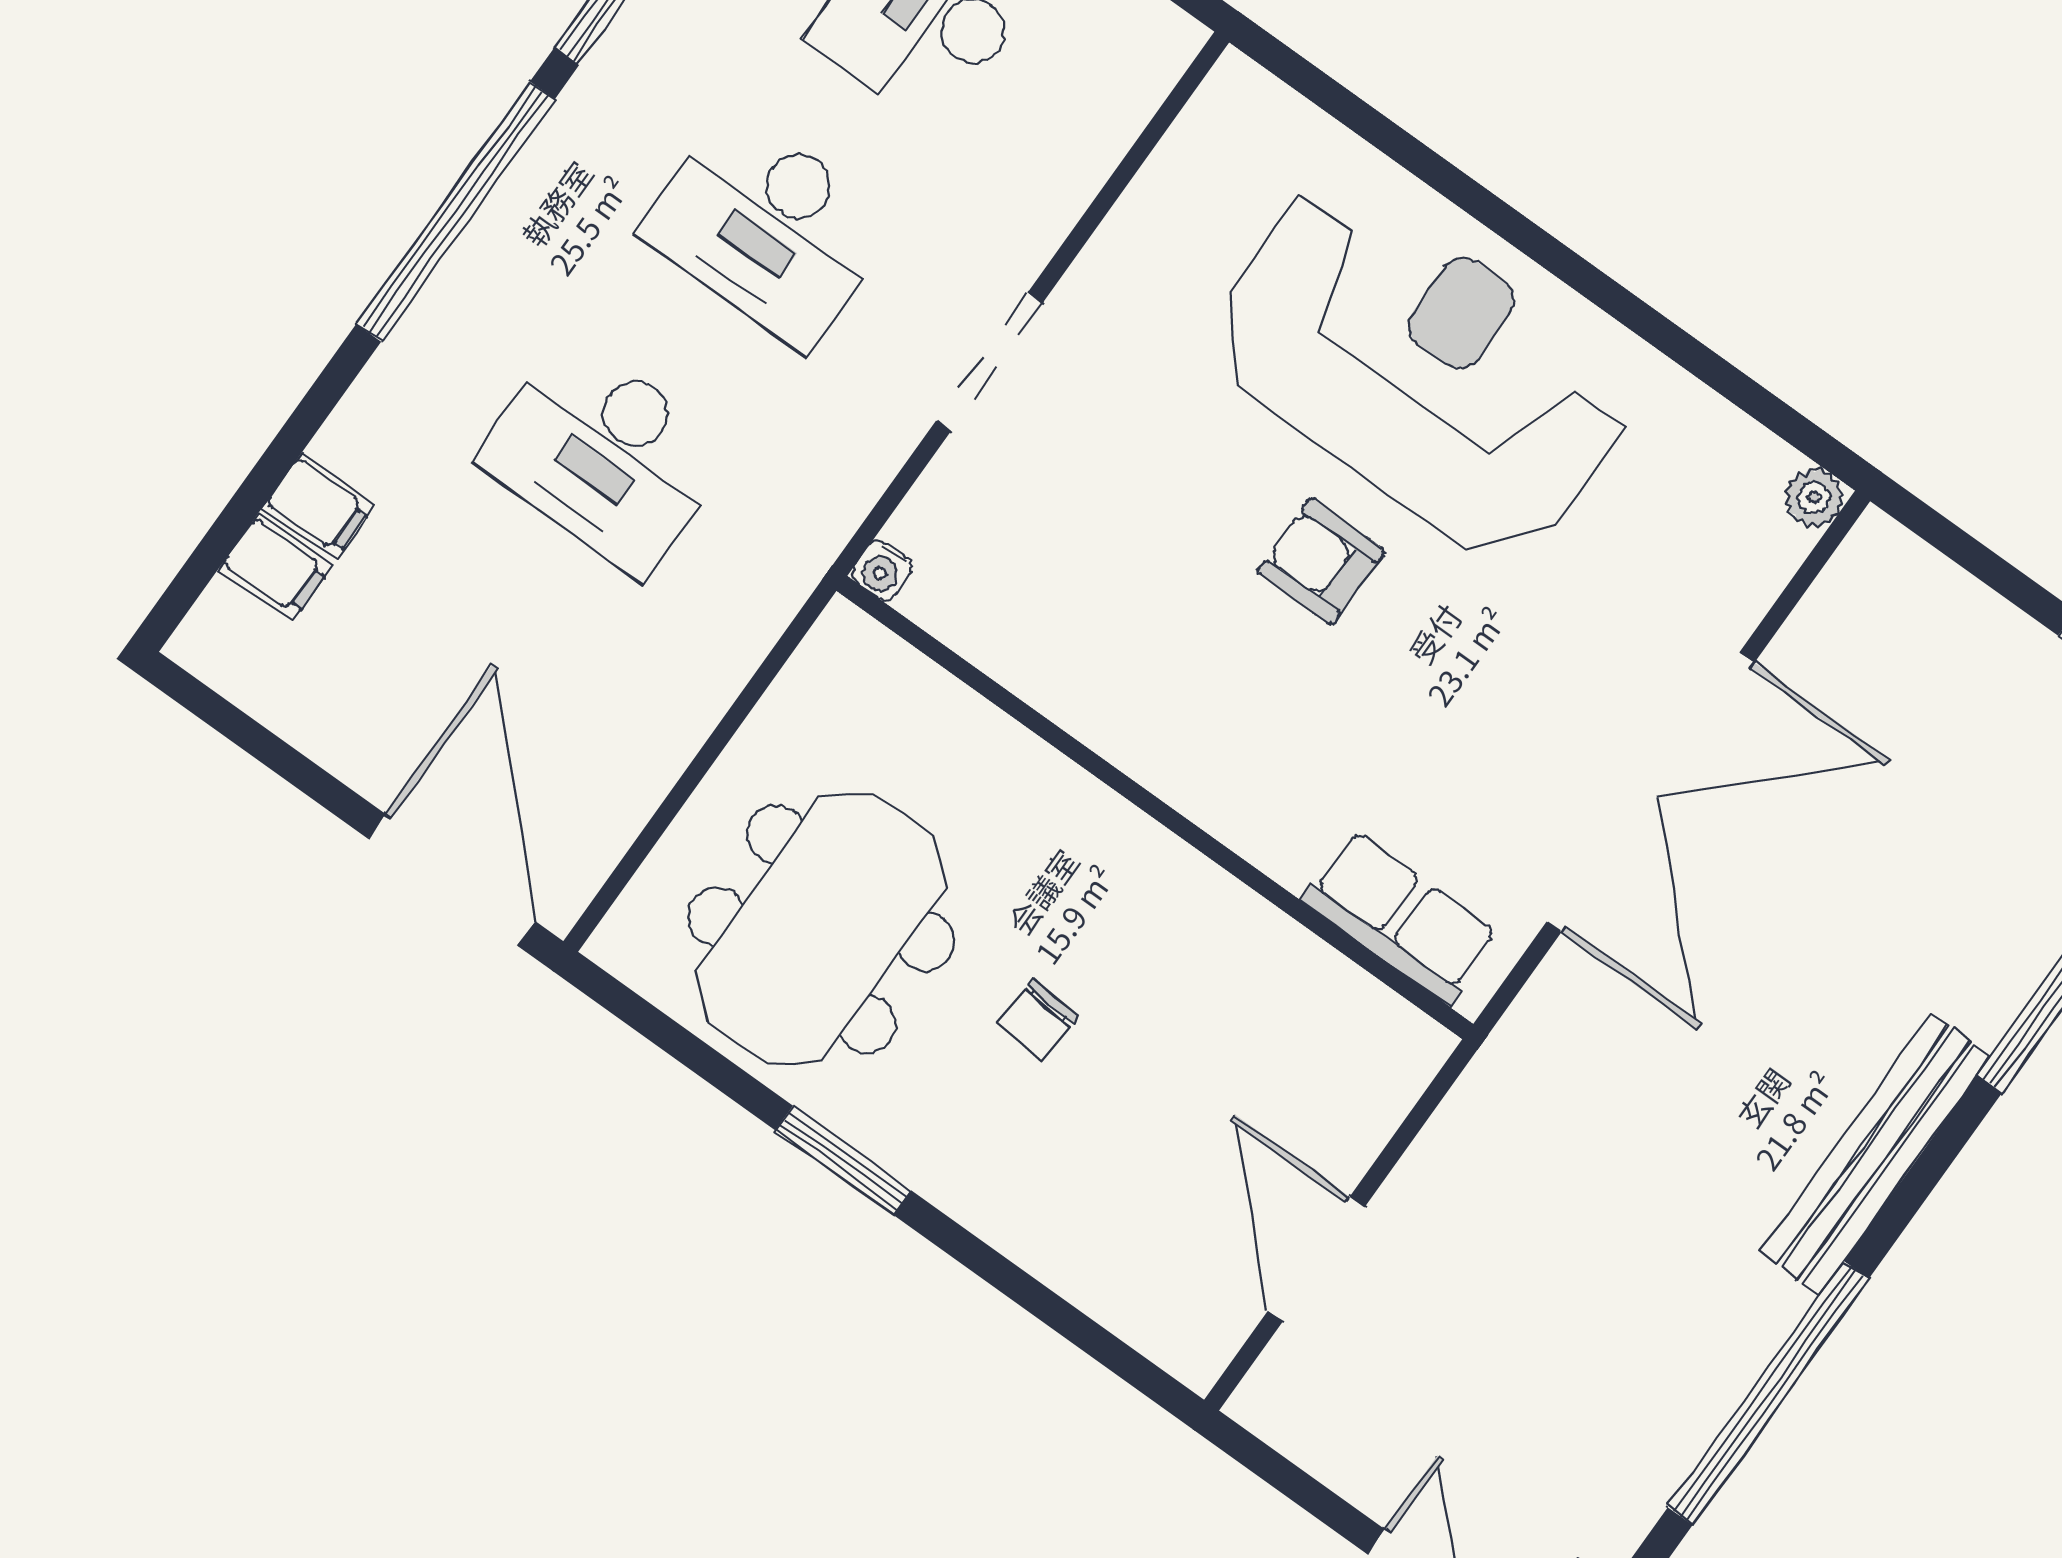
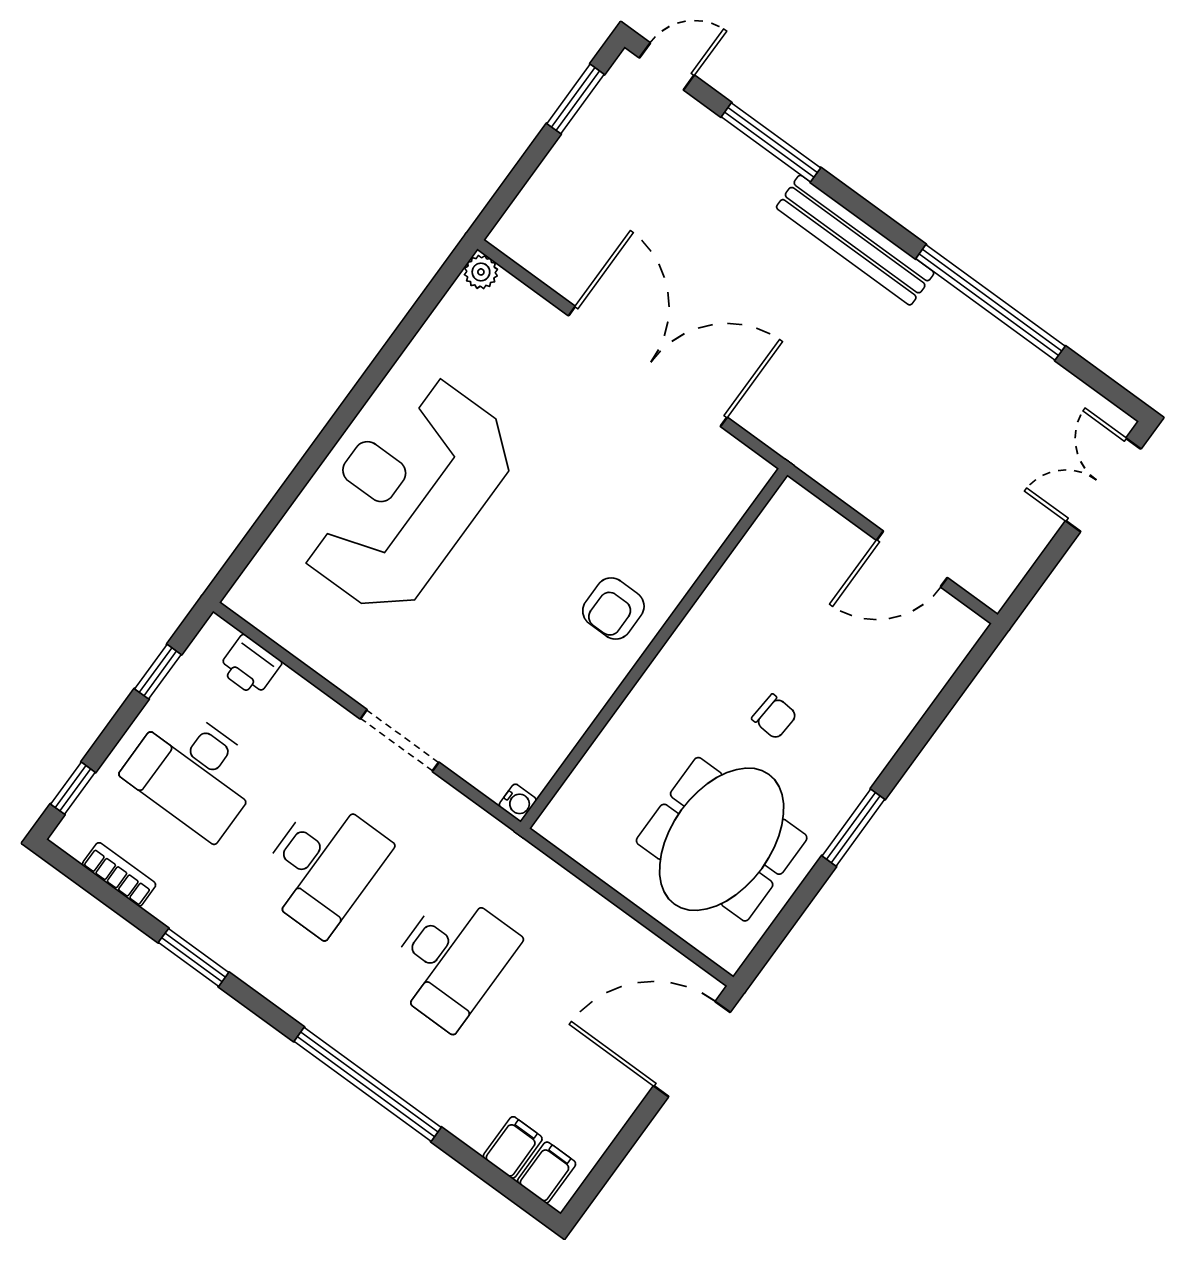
printer: (1118, 97) -> (250, 666), added
window: (456, 212) -> (368, 1084), moved
filing cabinet: (319, 506) -> (547, 1172), moved
armchair: (1321, 562) -> (613, 609), moved
row of seats: (1400, 917) -> (718, 509), removed
meeting table: (821, 929) -> (722, 839), turned 90

